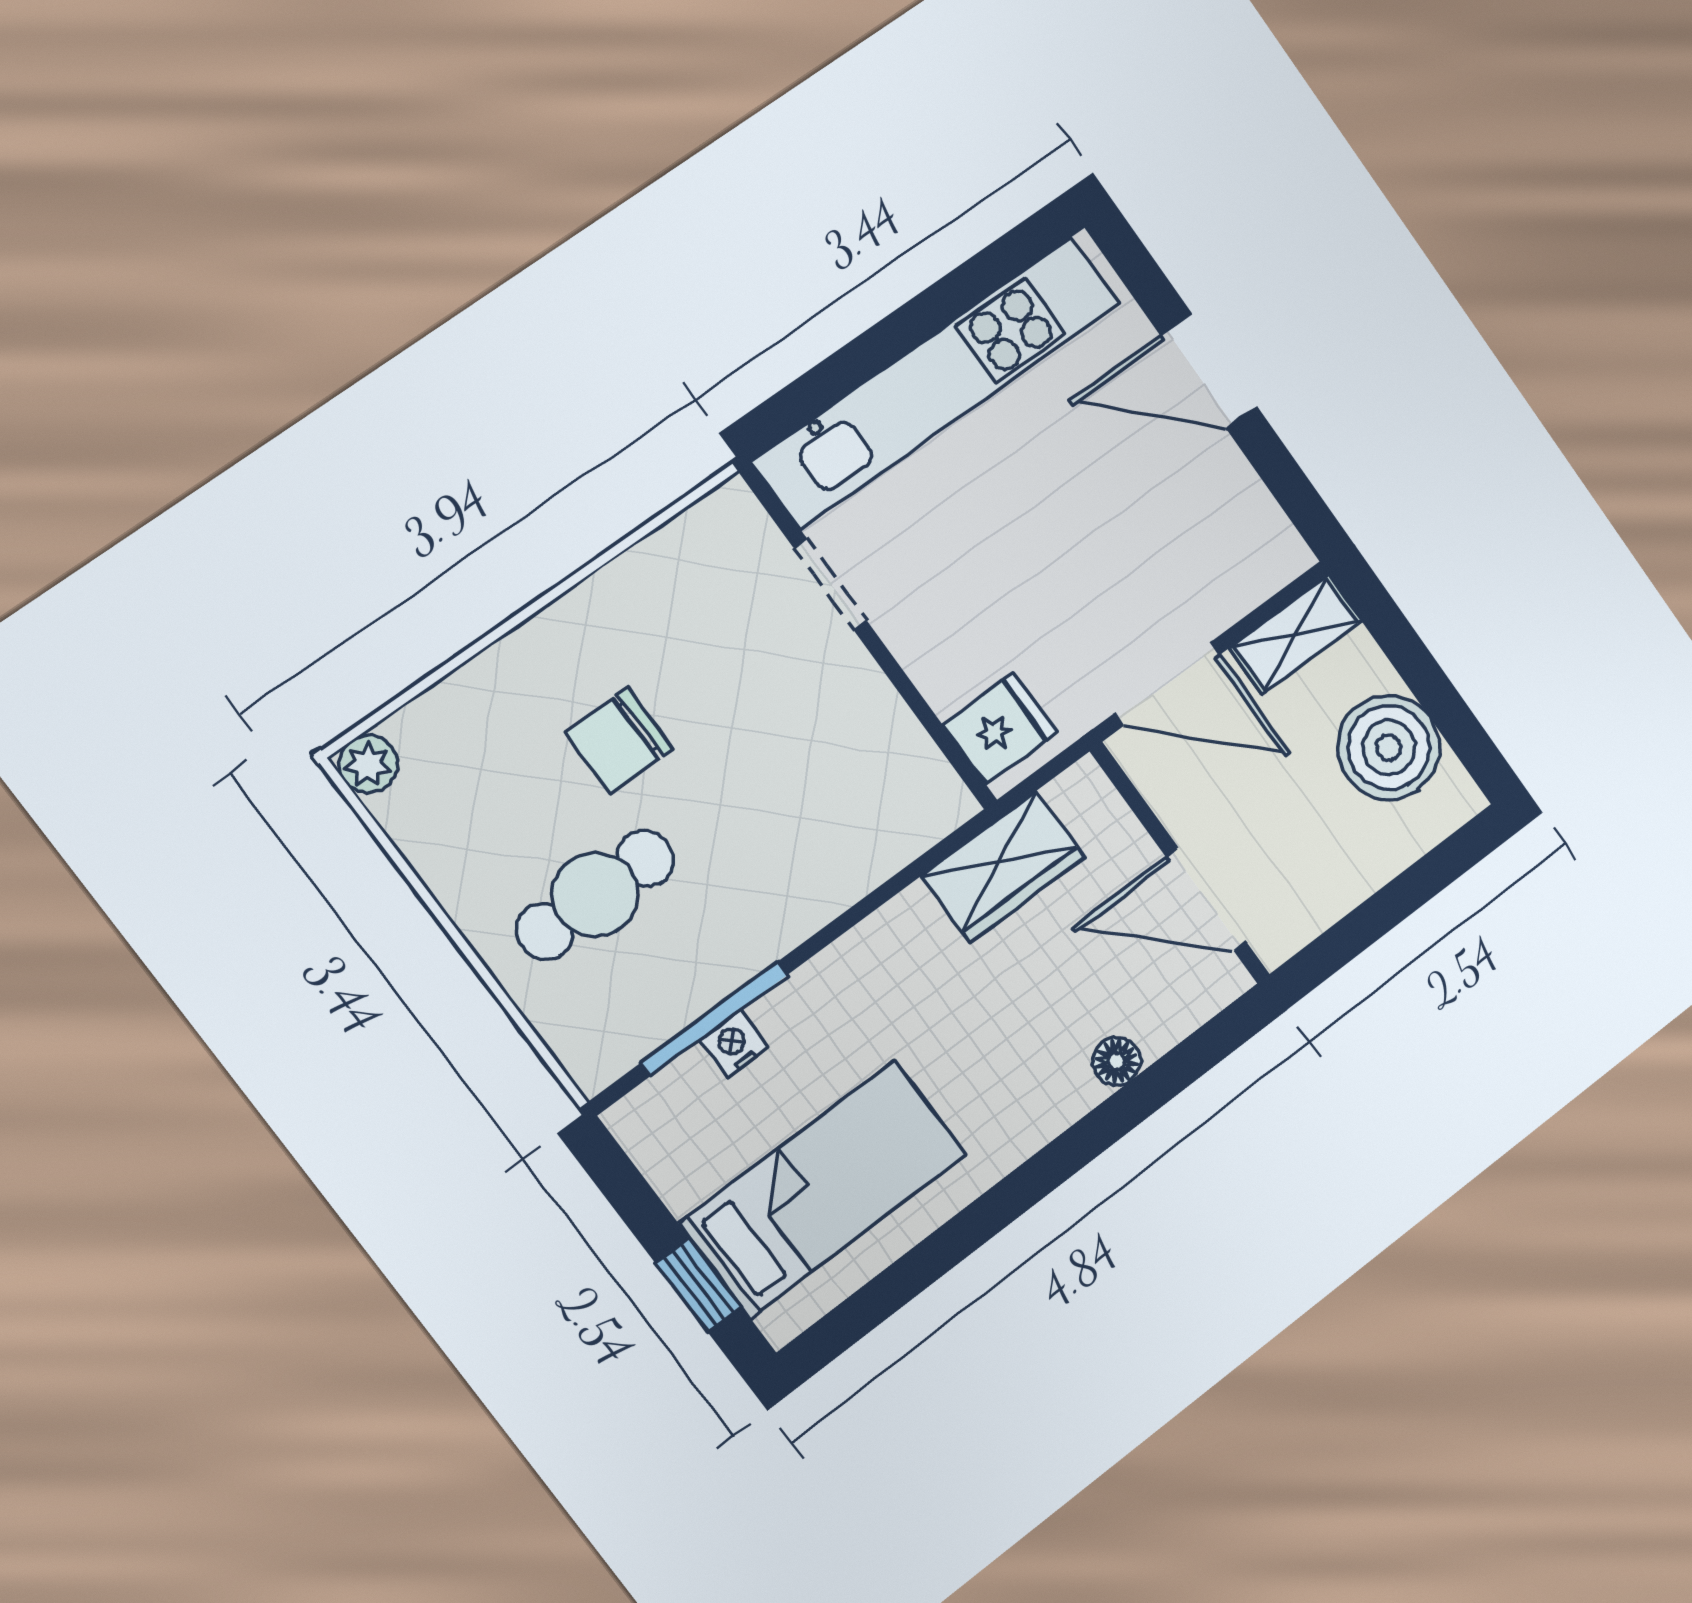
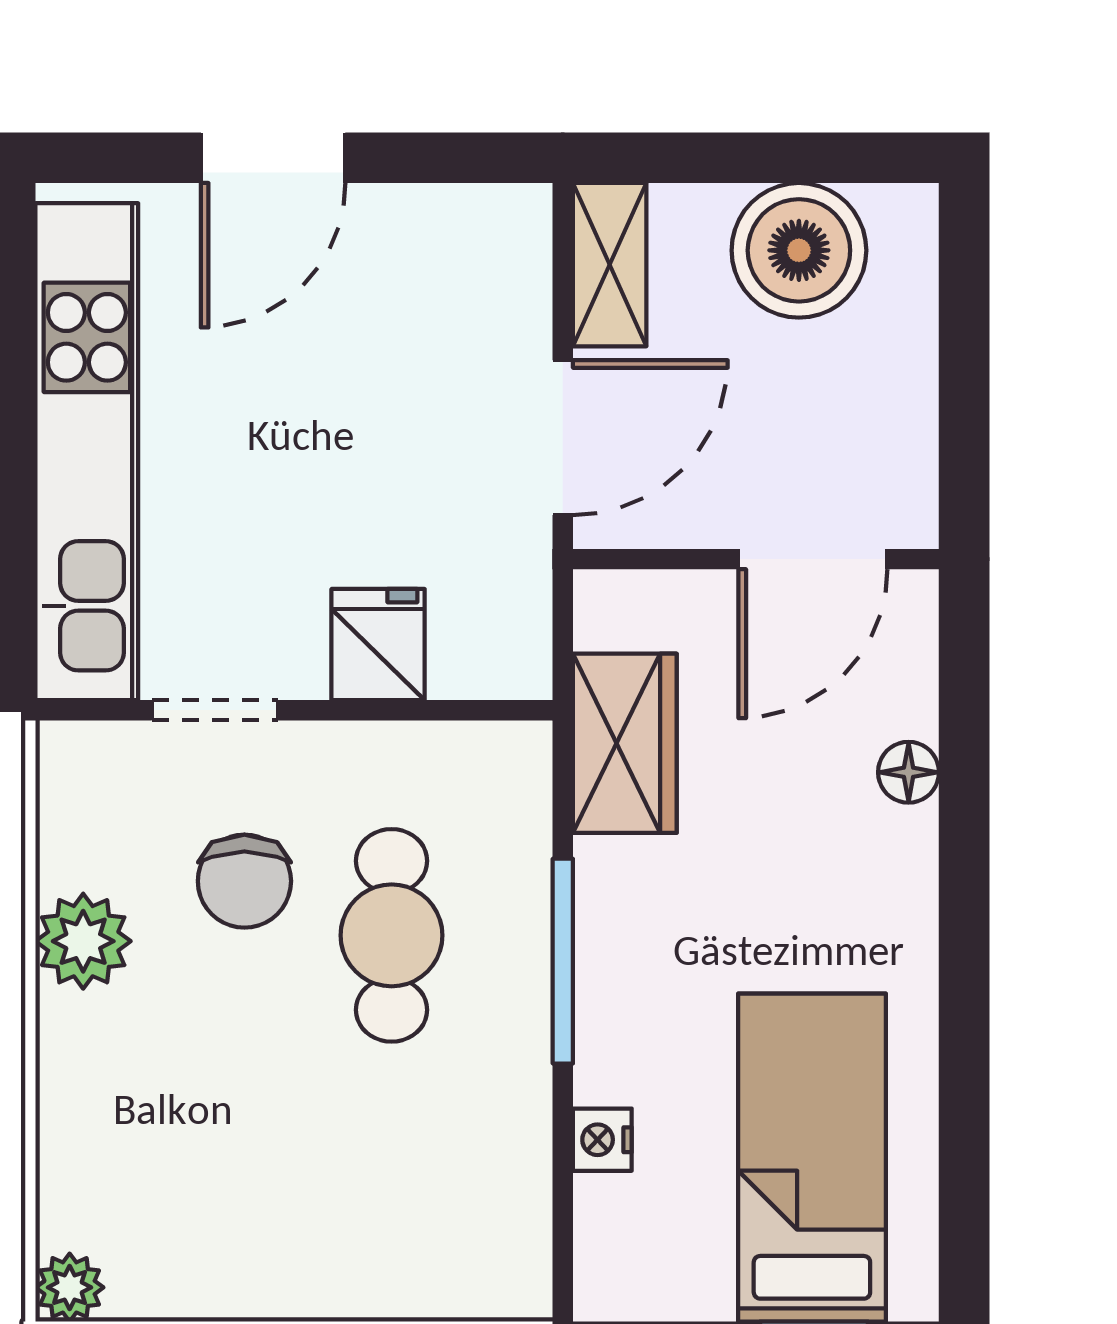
plant: (613, 606) -> (83, 941), added
fridge: (1000, 729) -> (378, 645), moved
chair: (619, 741) -> (244, 881), moved
cafe table: (595, 895) -> (392, 935), moved
window: (714, 1019) -> (563, 961), moved

